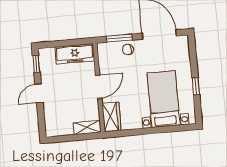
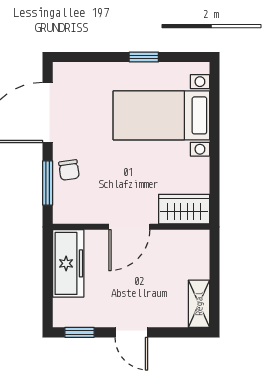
door: (99, 87) -> (129, 227), swing flipped
shelving: (87, 128) -> (199, 304), moved

